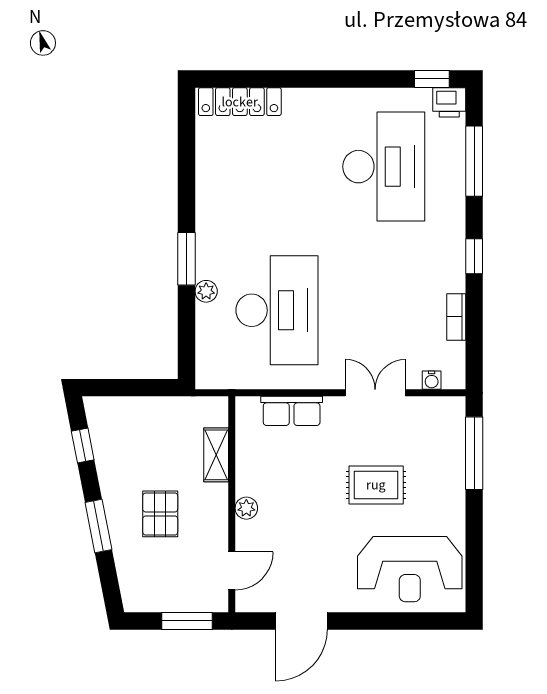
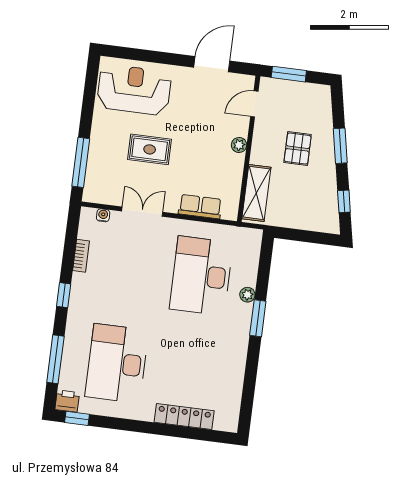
locker: (240, 102) -> (184, 417), moved
double door: (375, 393) -> (142, 212), swing flipped
shelving: (216, 455) -> (256, 193), width x1.50, depth x1.33

